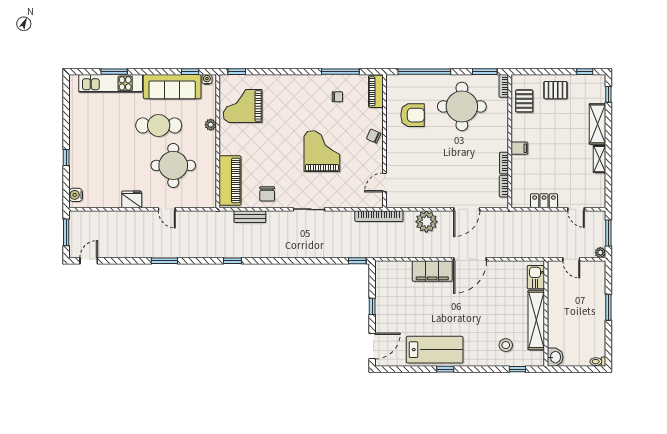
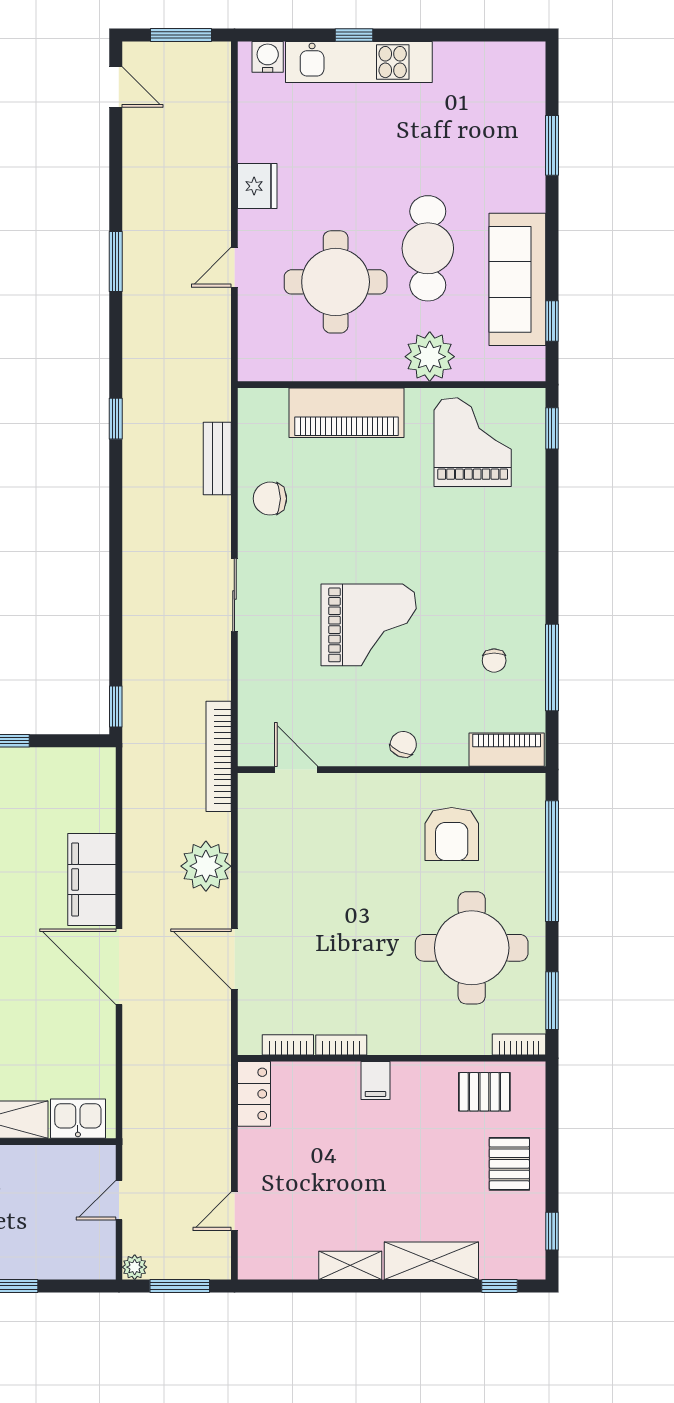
water cooler: (207, 79) -> (534, 360), removed
kitchen unit: (111, 83) -> (359, 62), moved, turned -90
plant: (211, 125) -> (430, 357), width x1.87, depth x1.87
piano: (230, 180) -> (347, 413), moved
locker: (544, 201) -> (254, 1094), moved

